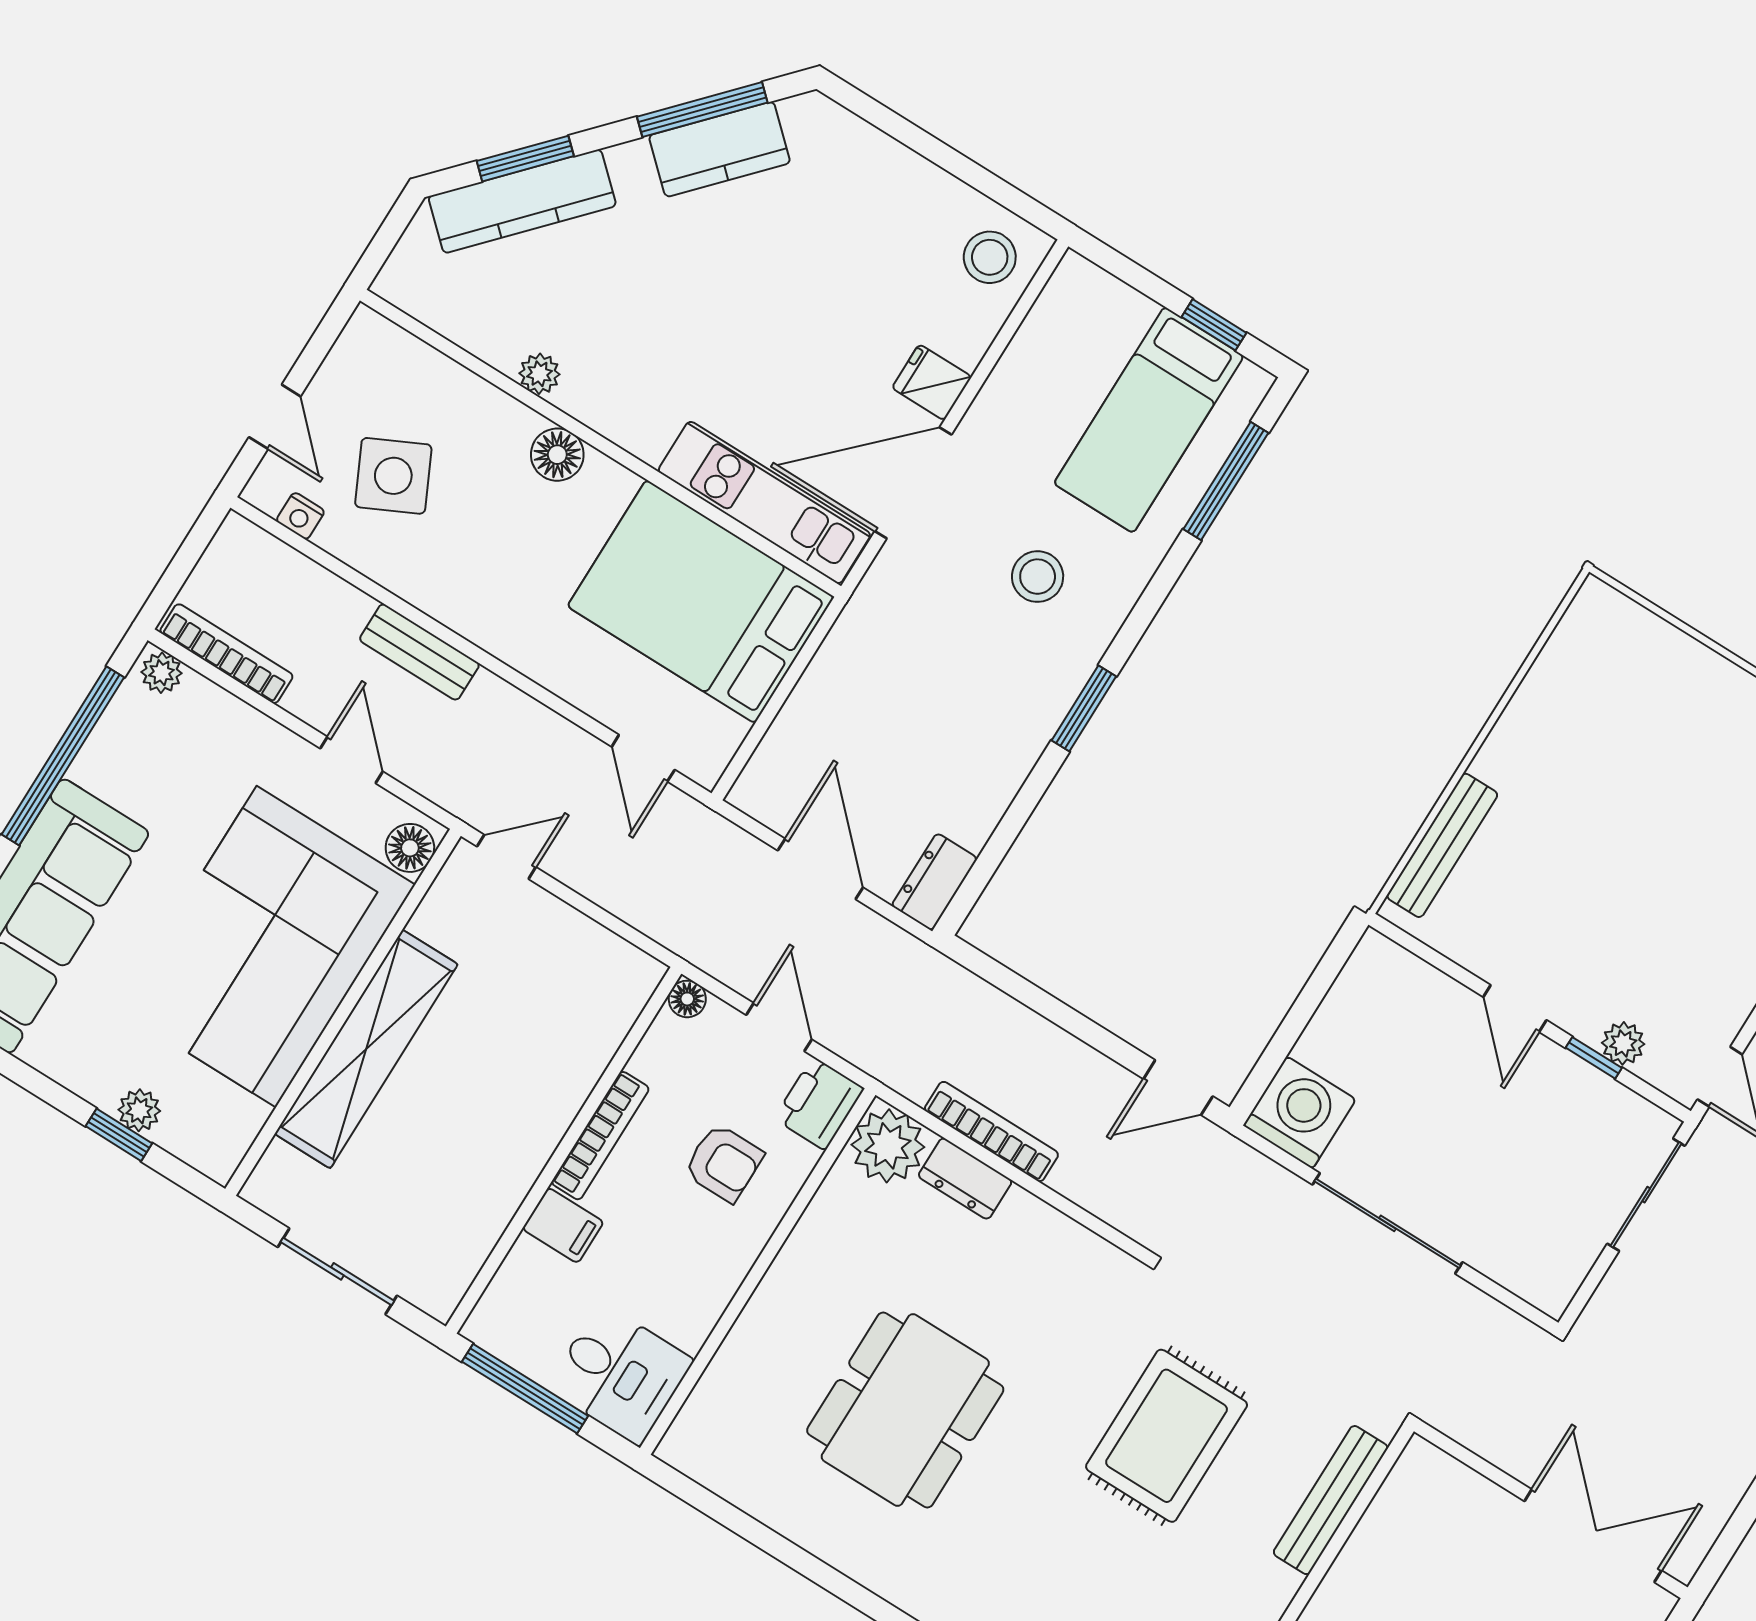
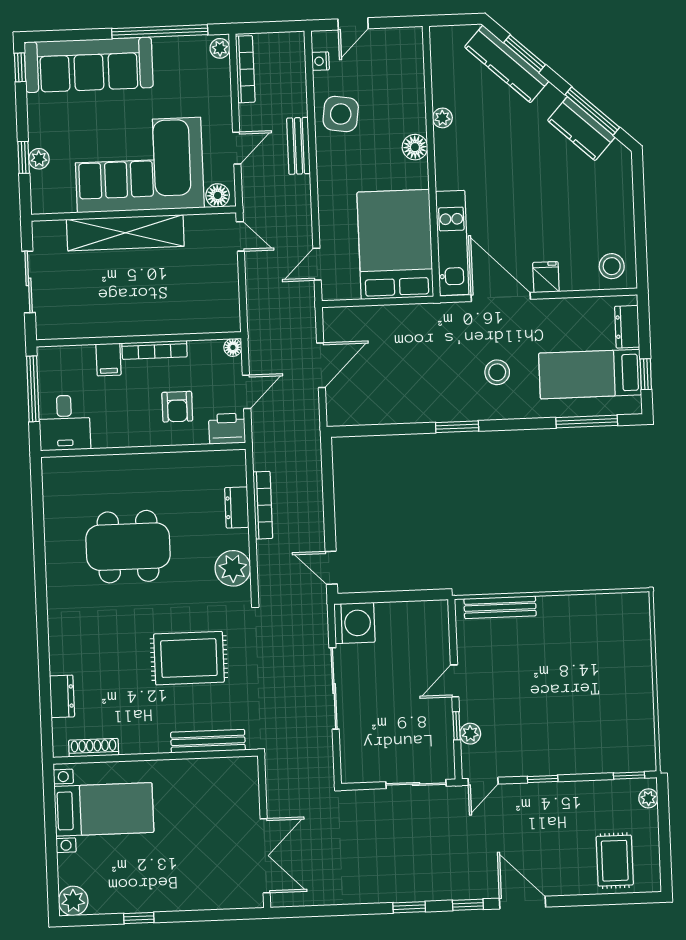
side table: (393, 476) -> (341, 114), moved, turned 34
dresser: (934, 882) -> (627, 327), moved, turned -90
plant: (888, 1146) -> (233, 568), moved

